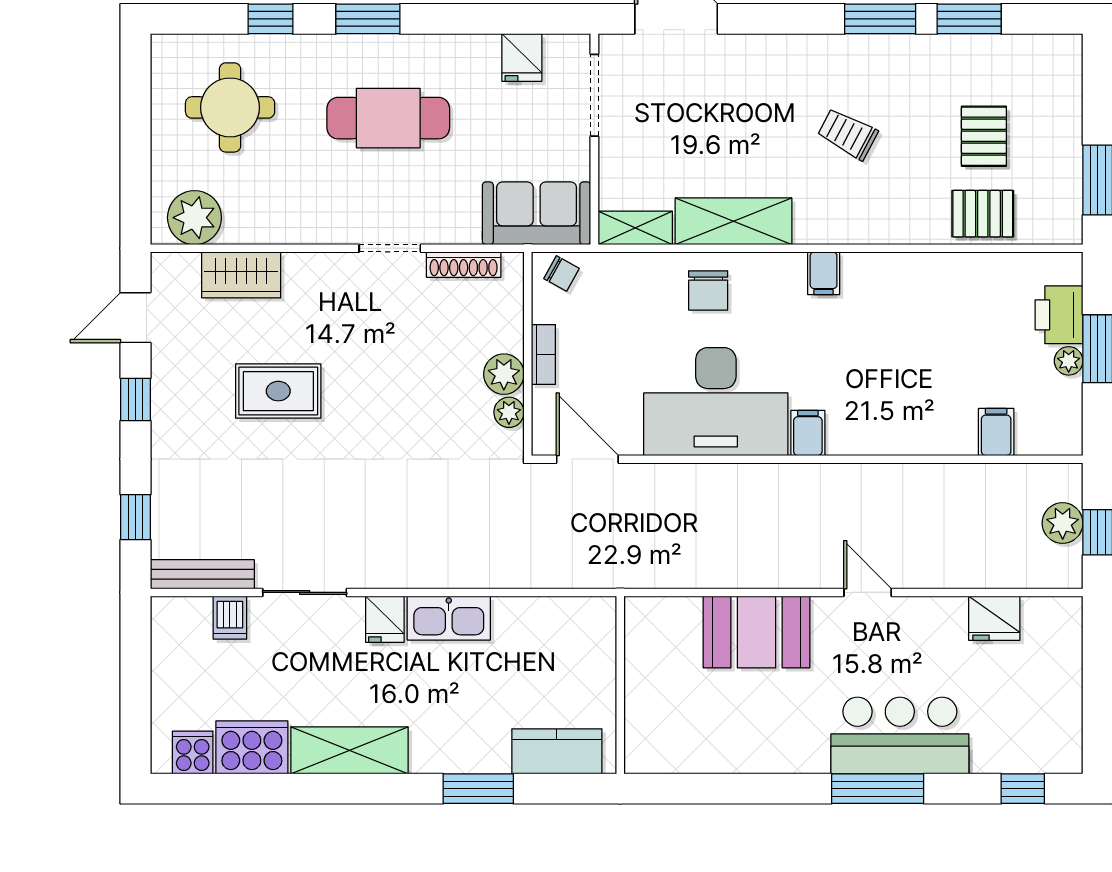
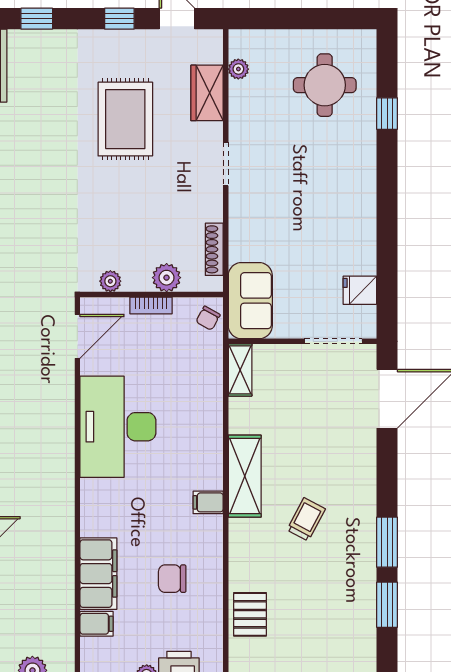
window: (368, 19) -> (387, 182), removed
cafe table: (388, 118) -> (317, 196), removed
pallet: (984, 136) -> (304, 615), removed
plant: (194, 218) -> (238, 69), width x0.53, depth x0.53
shelving: (733, 221) -> (245, 476), moved
doorway: (390, 248) -> (226, 164), moved
chair: (708, 290) -> (172, 579), moved
plant: (504, 374) -> (167, 278), moved
rug: (278, 391) -> (125, 119), width x1.36, depth x1.43
filing cabinet: (808, 433) -> (98, 574), moved, width x3.00, depth x1.17

